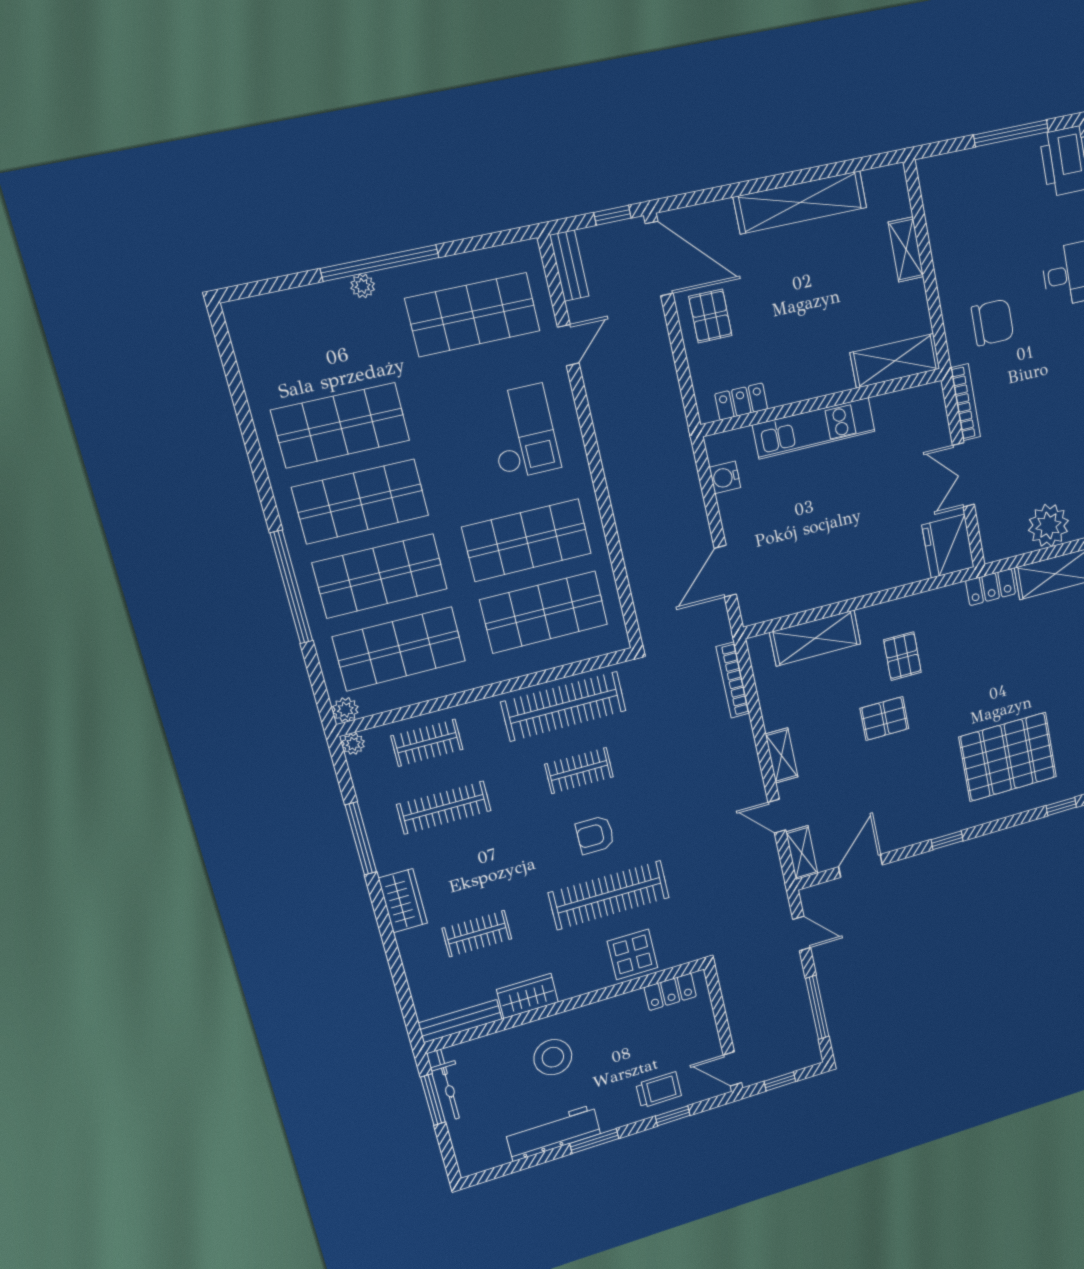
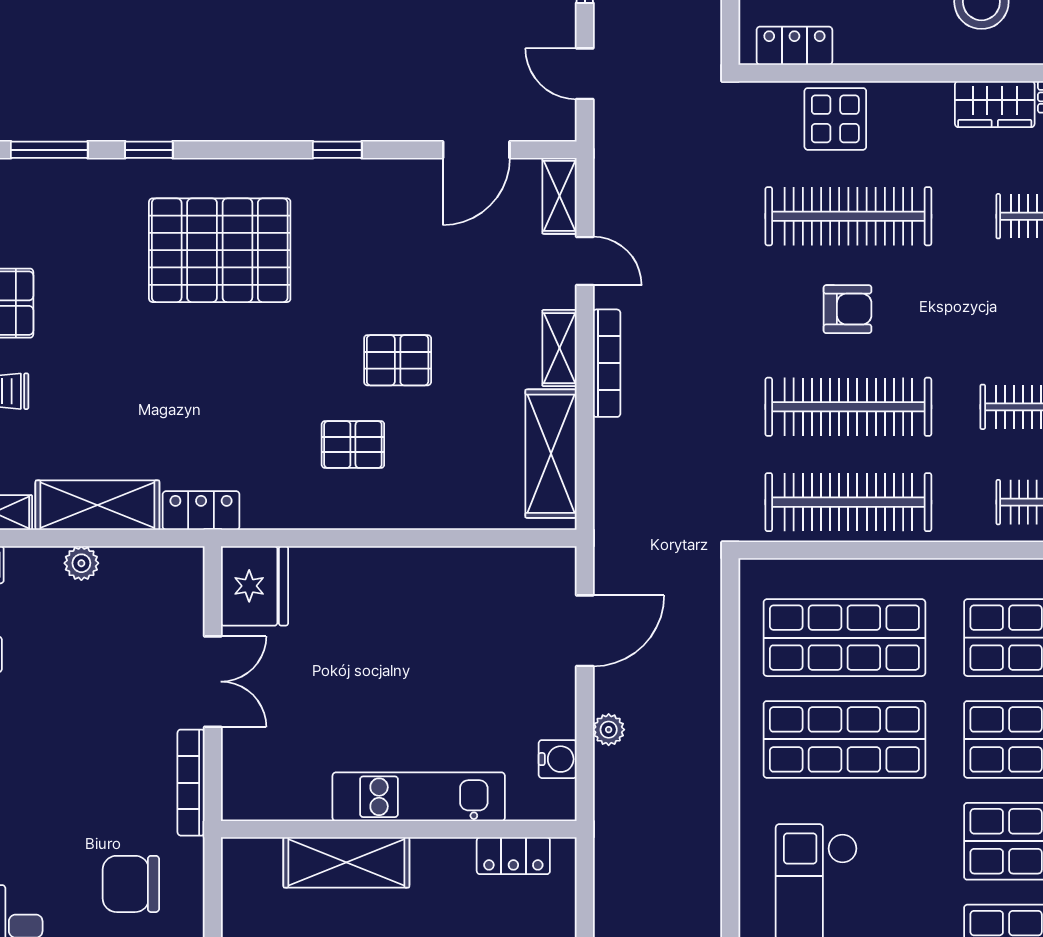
shelving: (895, 361) -> (346, 862), moved
plant: (694, 507) -> (609, 730), added
plant: (1048, 526) -> (81, 563), width x0.53, depth x0.53
shelving: (815, 638) -> (551, 454), moved, turned 90
pallet: (902, 656) -> (353, 445), turned 90
bookcase: (733, 680) -> (607, 363), moved
clothes rail: (579, 770) -> (848, 407), width x1.86, depth x1.31

